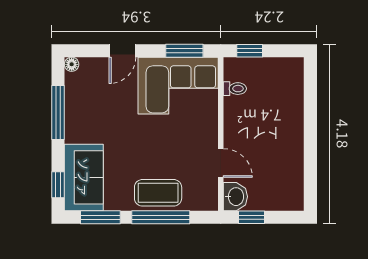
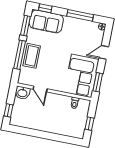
door: (122, 51) -> (104, 52), hinge flipped
window: (250, 51) -> (89, 124), moved
door: (221, 163) -> (40, 89), hinge flipped
window: (251, 217) -> (9, 110), moved

